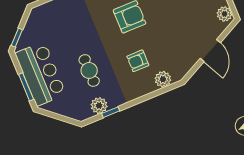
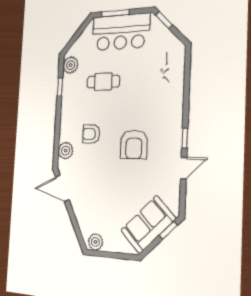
door: (210, 51) -> (62, 188), moved
armchair: (138, 61) -> (91, 134), turned -90
plant: (99, 106) -> (71, 65), moved

